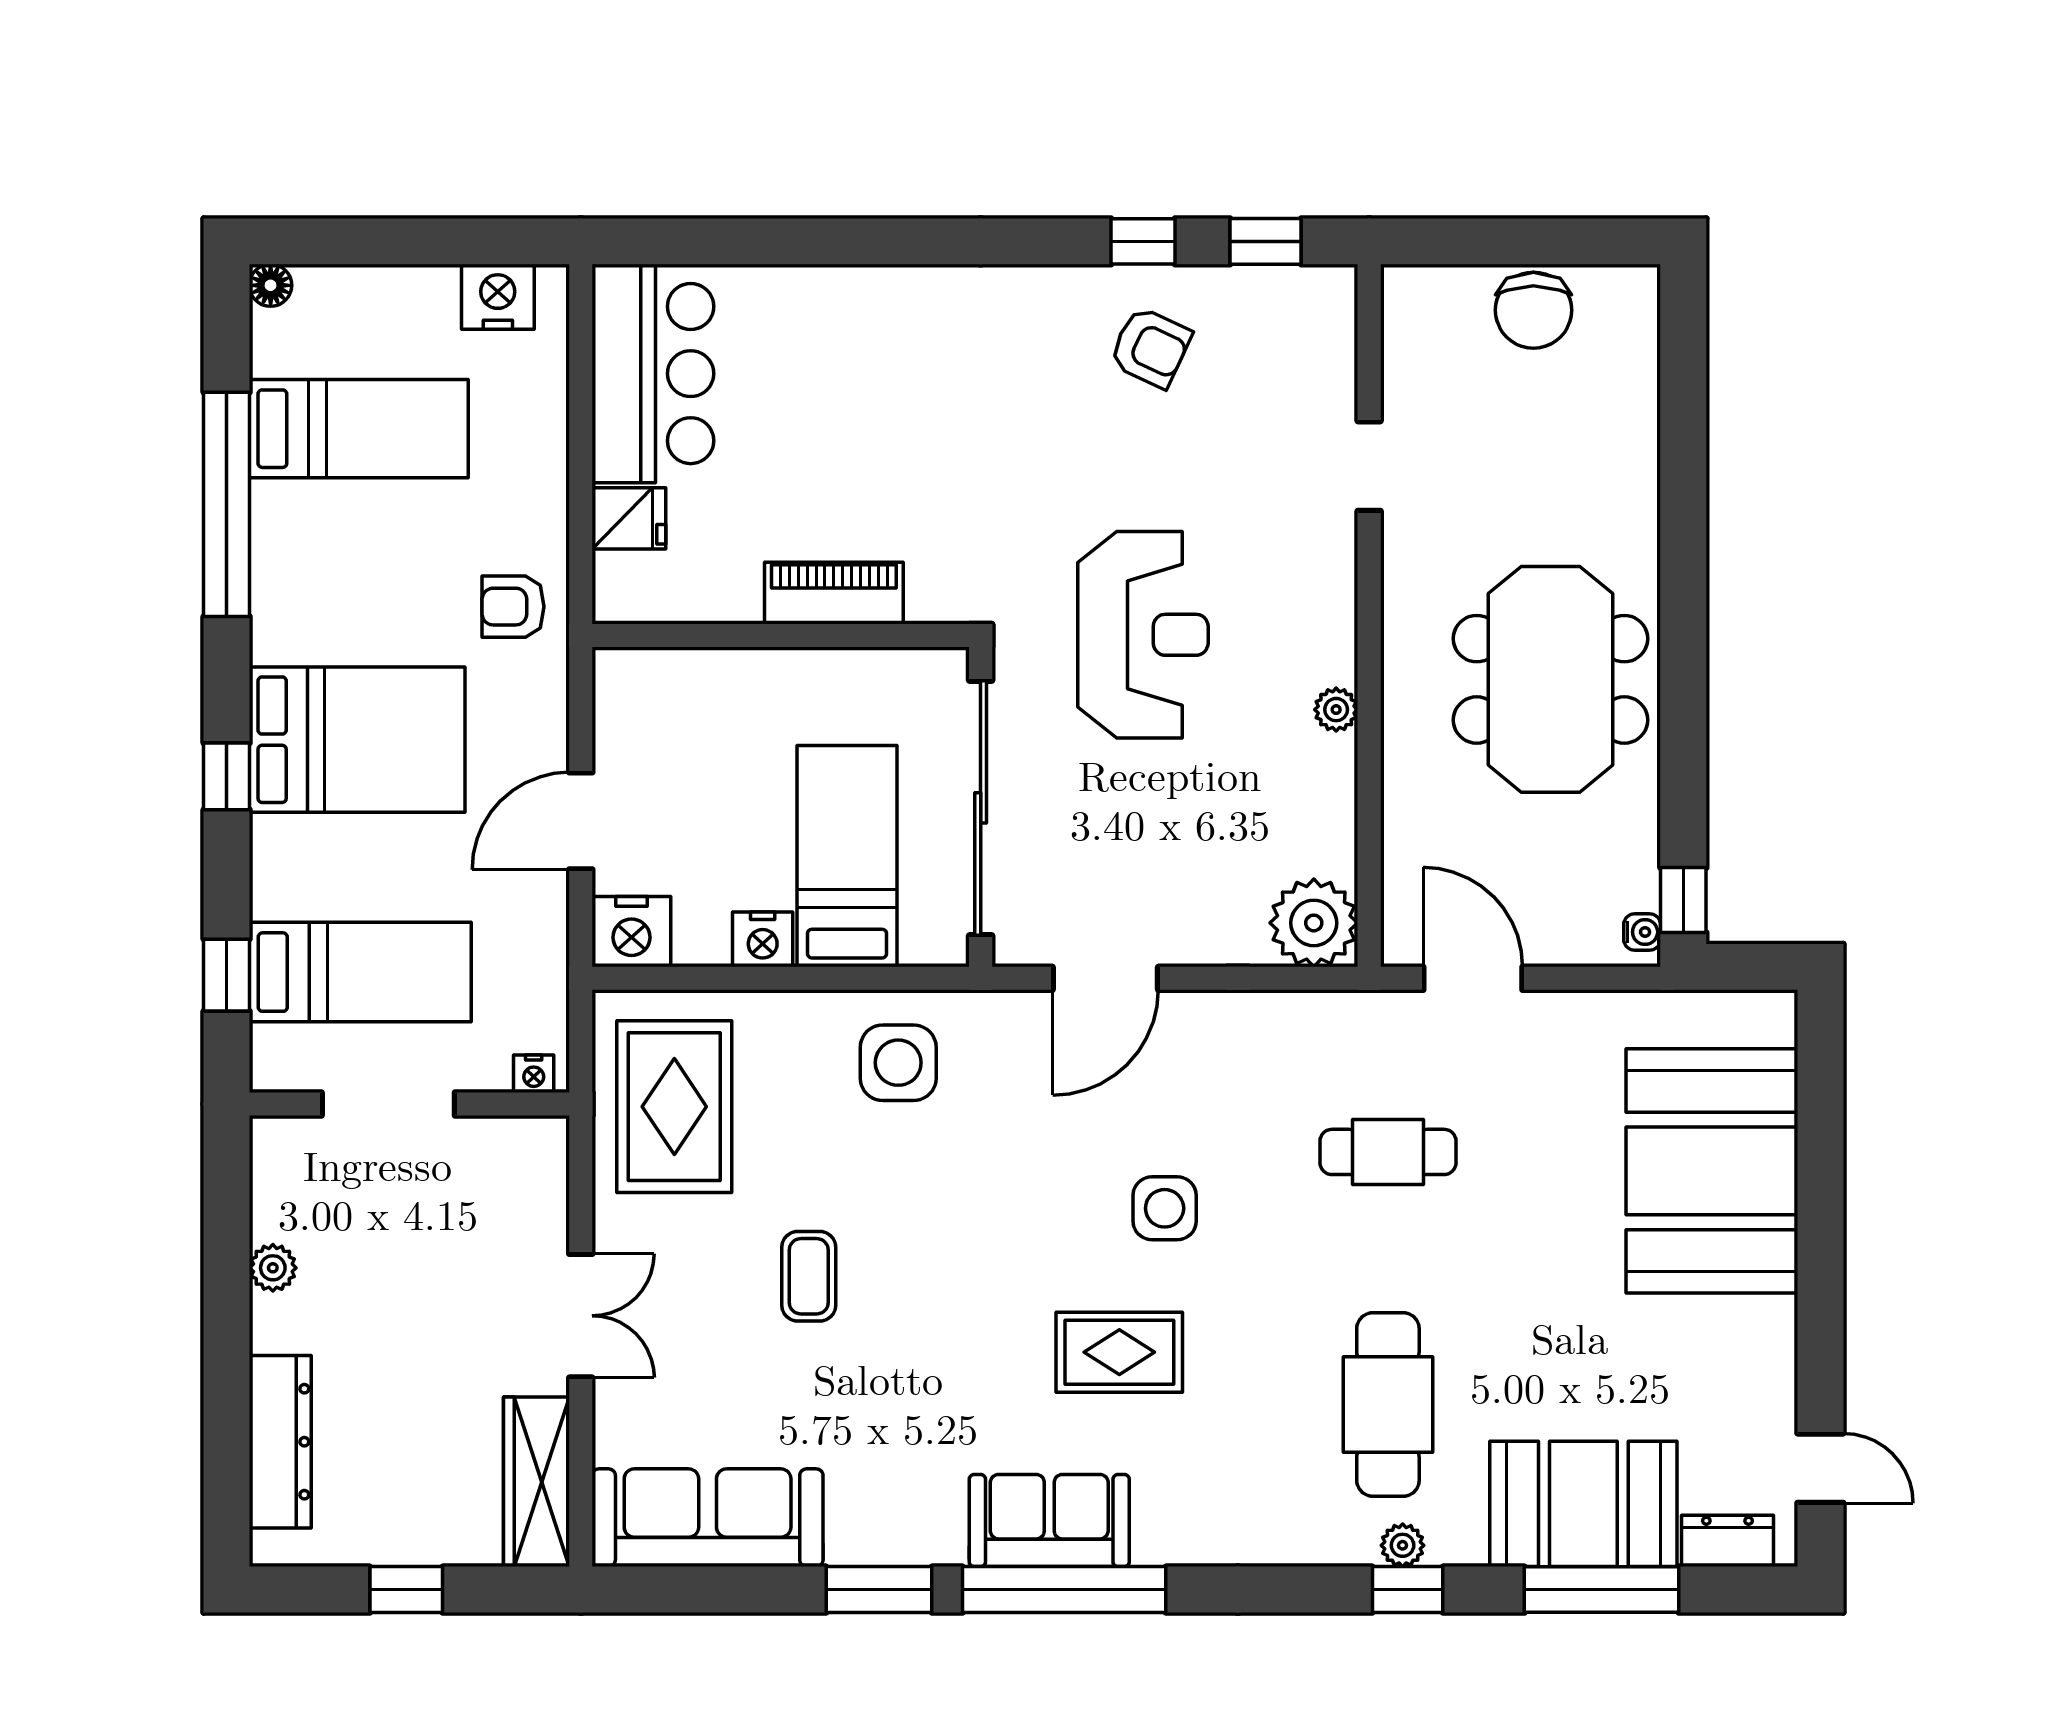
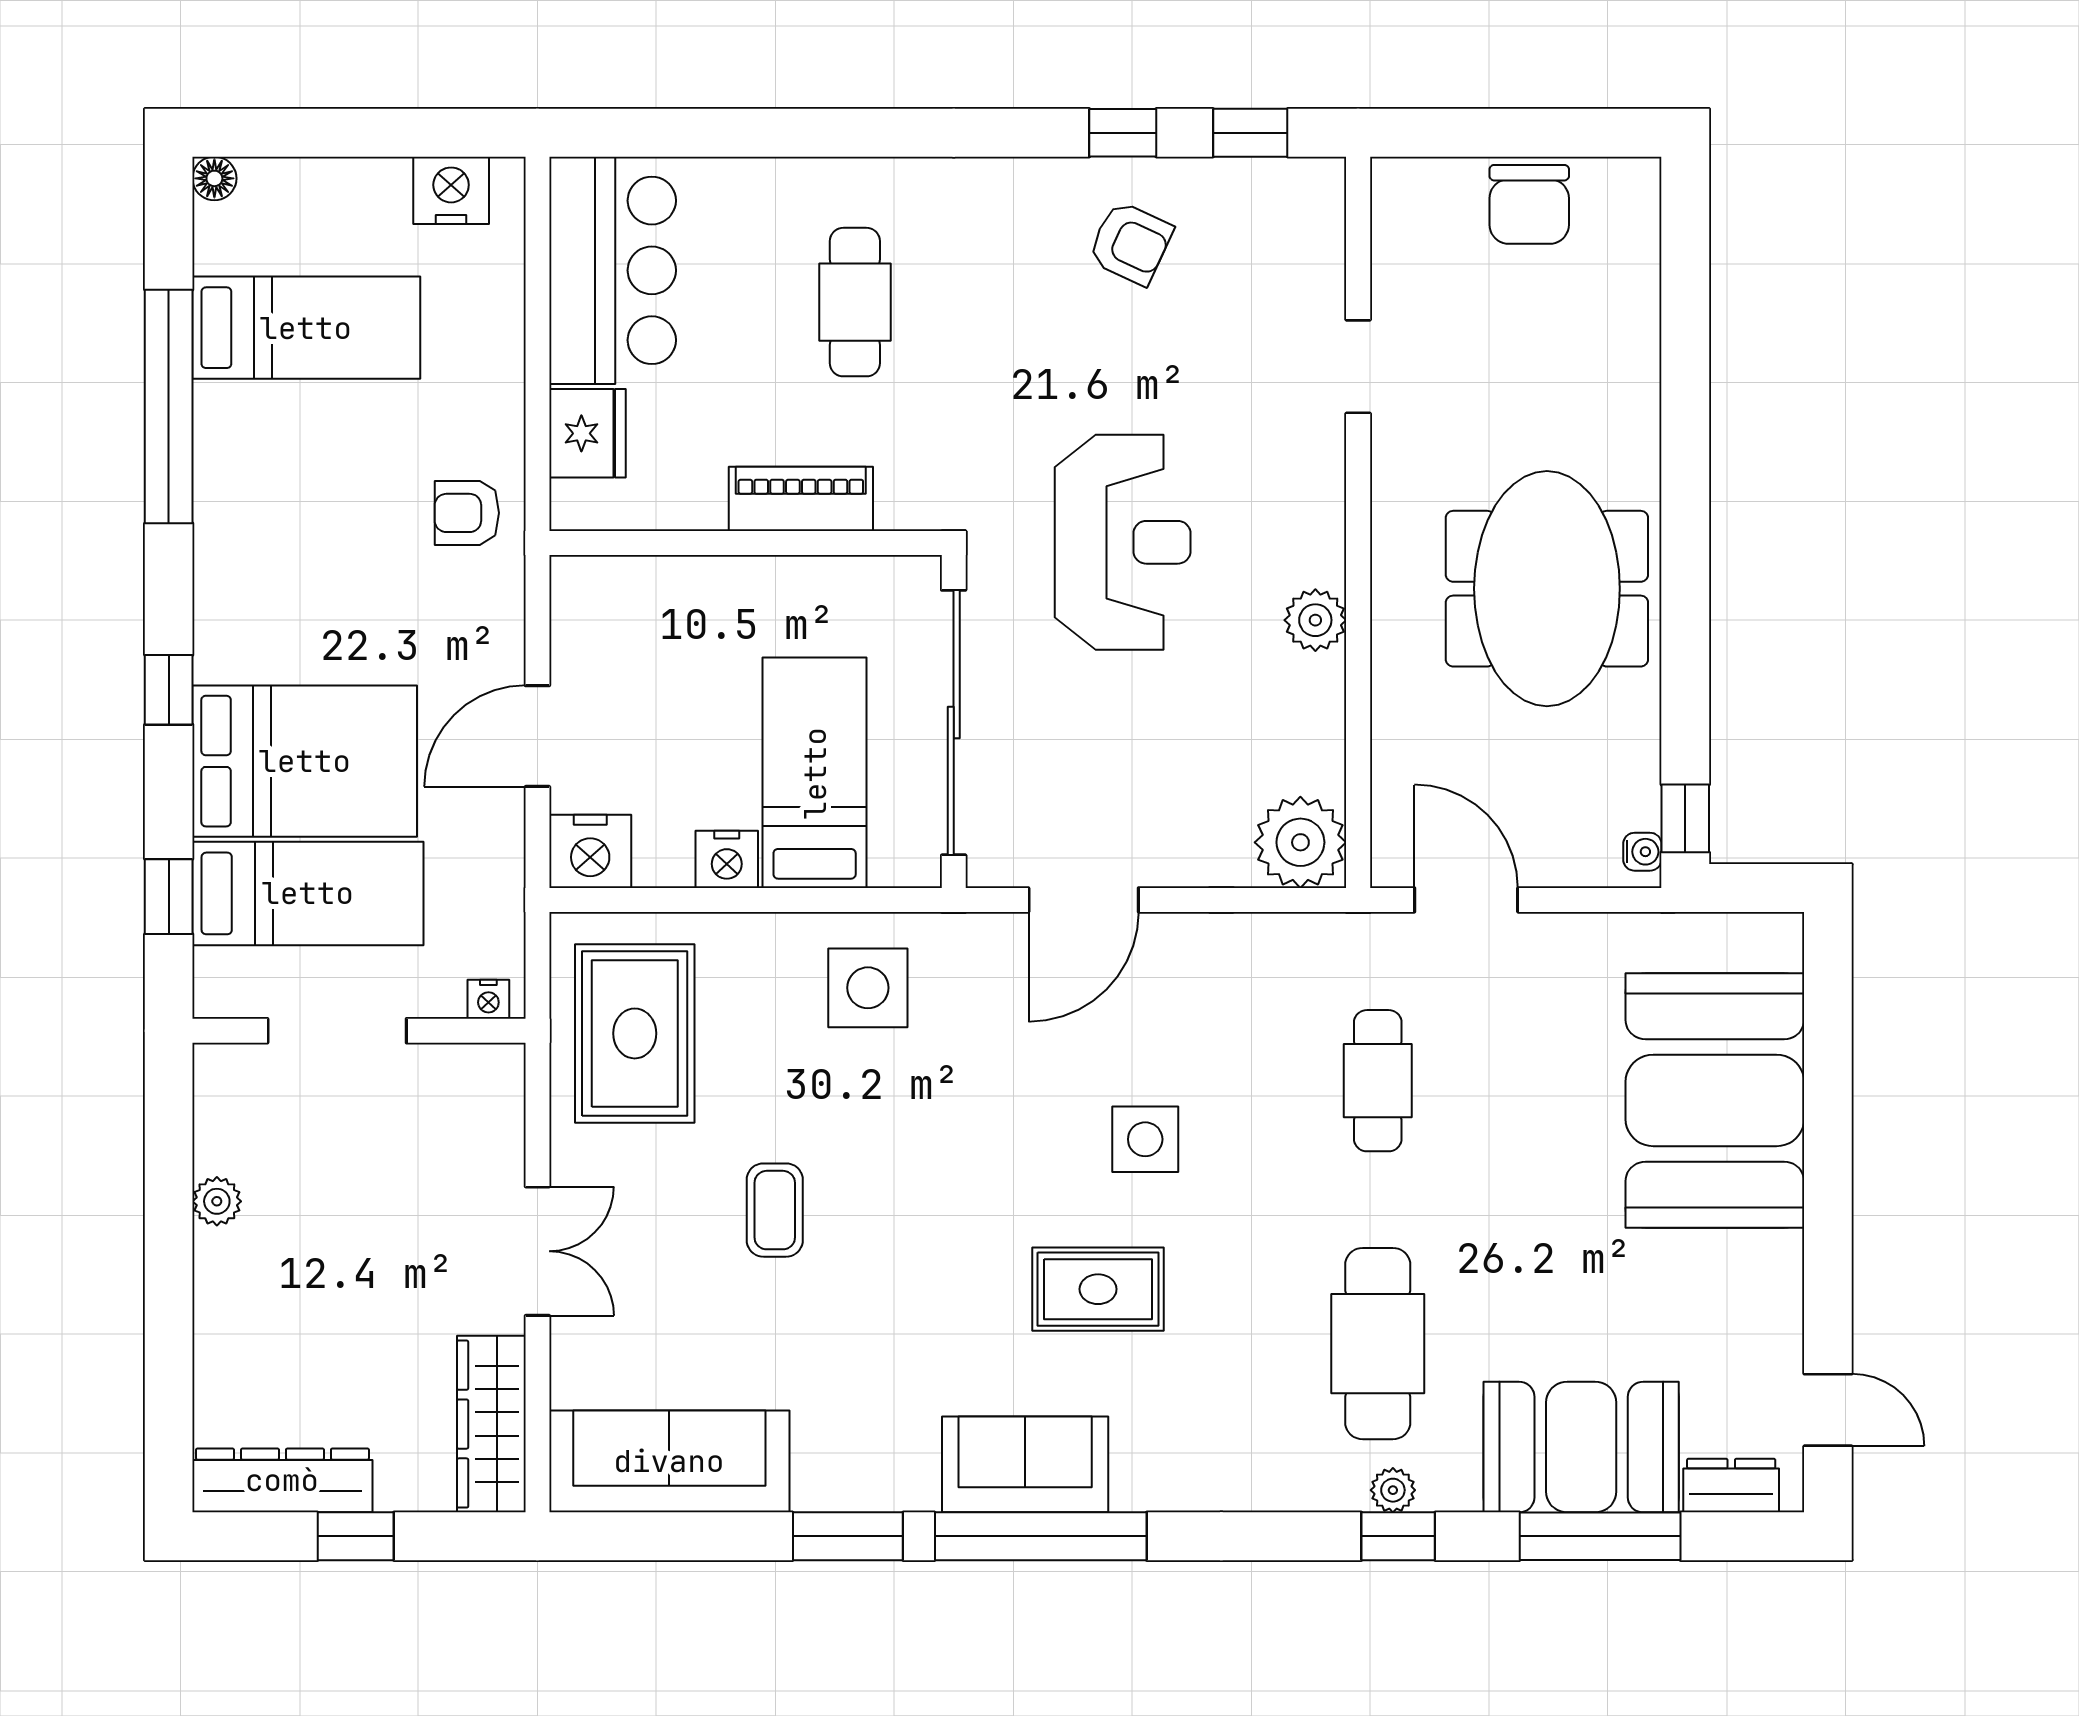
cafe table: (886, 404) -> (855, 302), added
fridge: (629, 518) -> (588, 433), width x1.38
plant: (1336, 710) -> (1315, 620), width x1.38, depth x1.38
bed: (357, 740) -> (305, 761), moved
cafe table: (1388, 1152) -> (1378, 1081), turned 90
dresser: (280, 1442) -> (282, 1480), moved, turned -90

